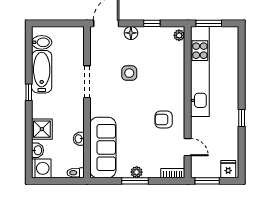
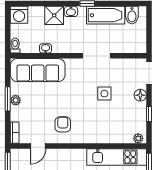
kitchen unit: (200, 71) -> (117, 157), width x0.73
washbasin: (38, 150) -> (71, 11), moved

